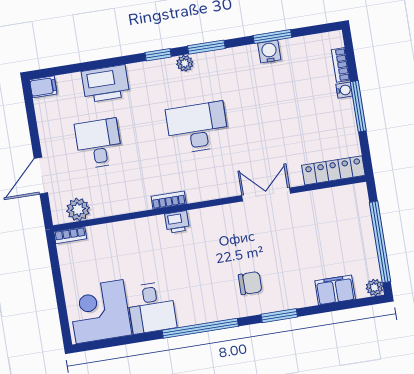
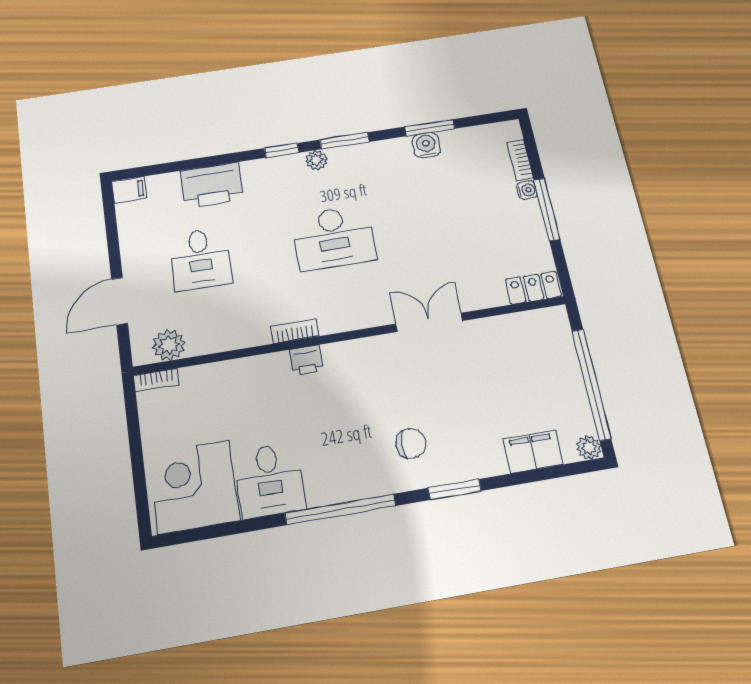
desk: (197, 128) -> (334, 238), turned 180
desk: (99, 143) -> (200, 259), turned 180
locker: (333, 170) -> (533, 288), width x0.66

